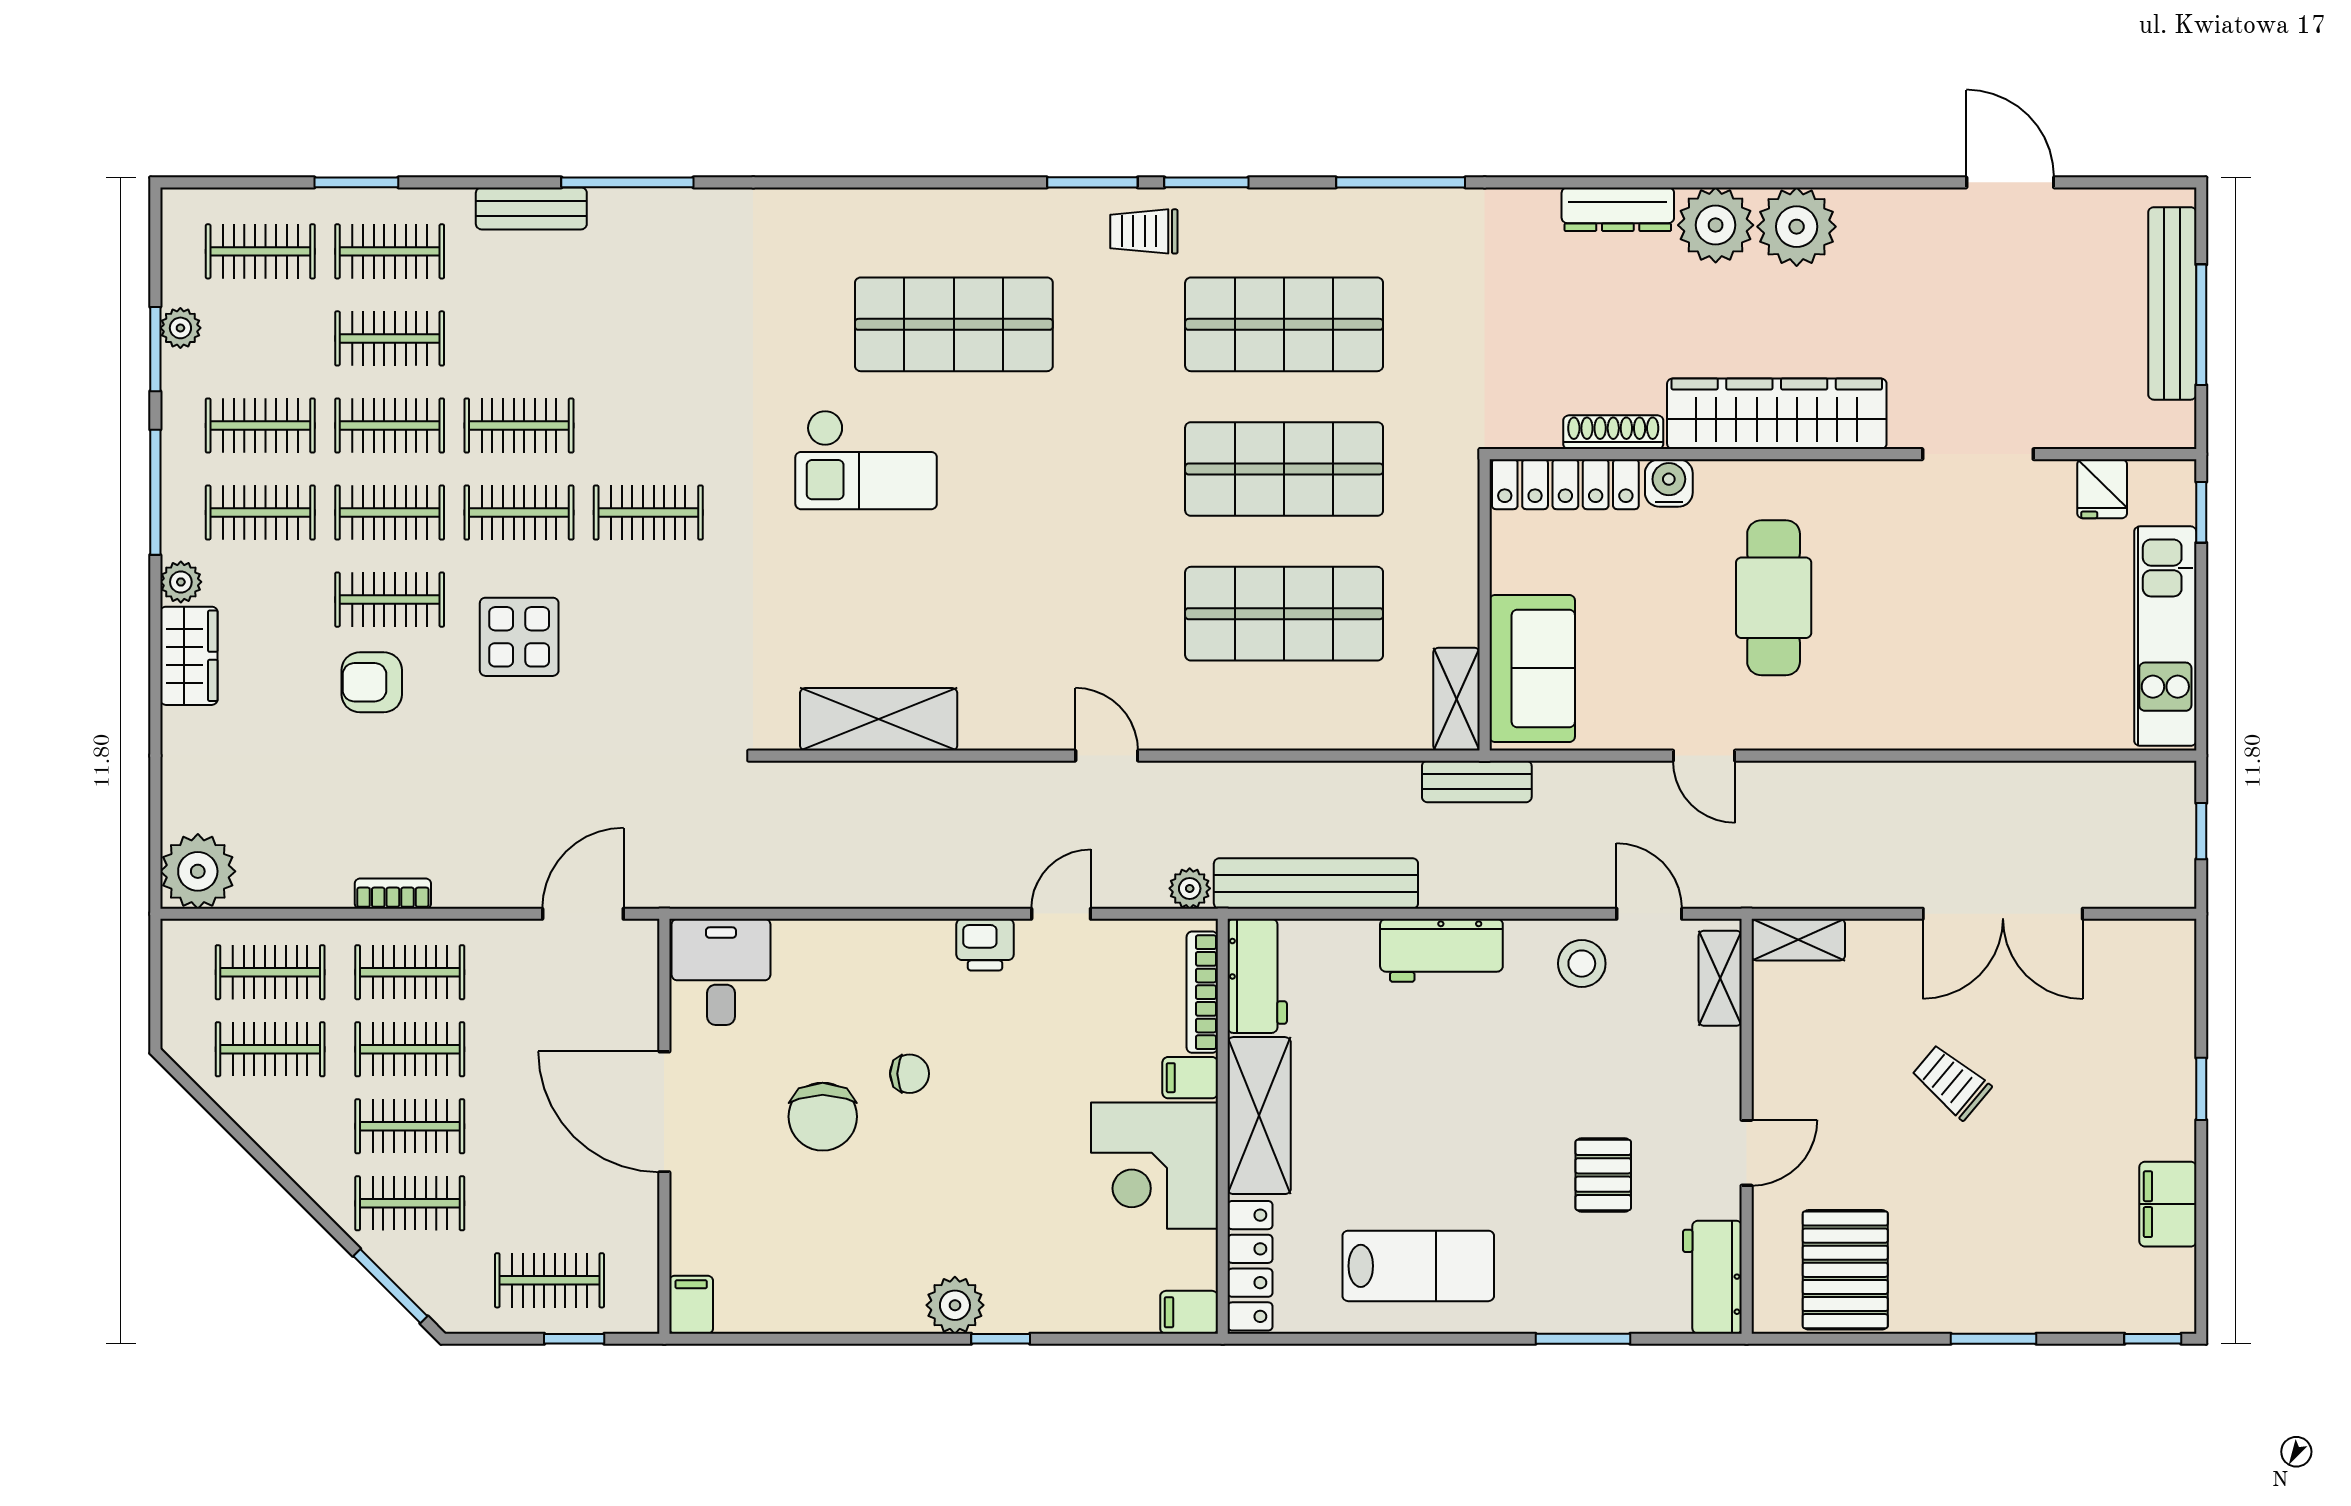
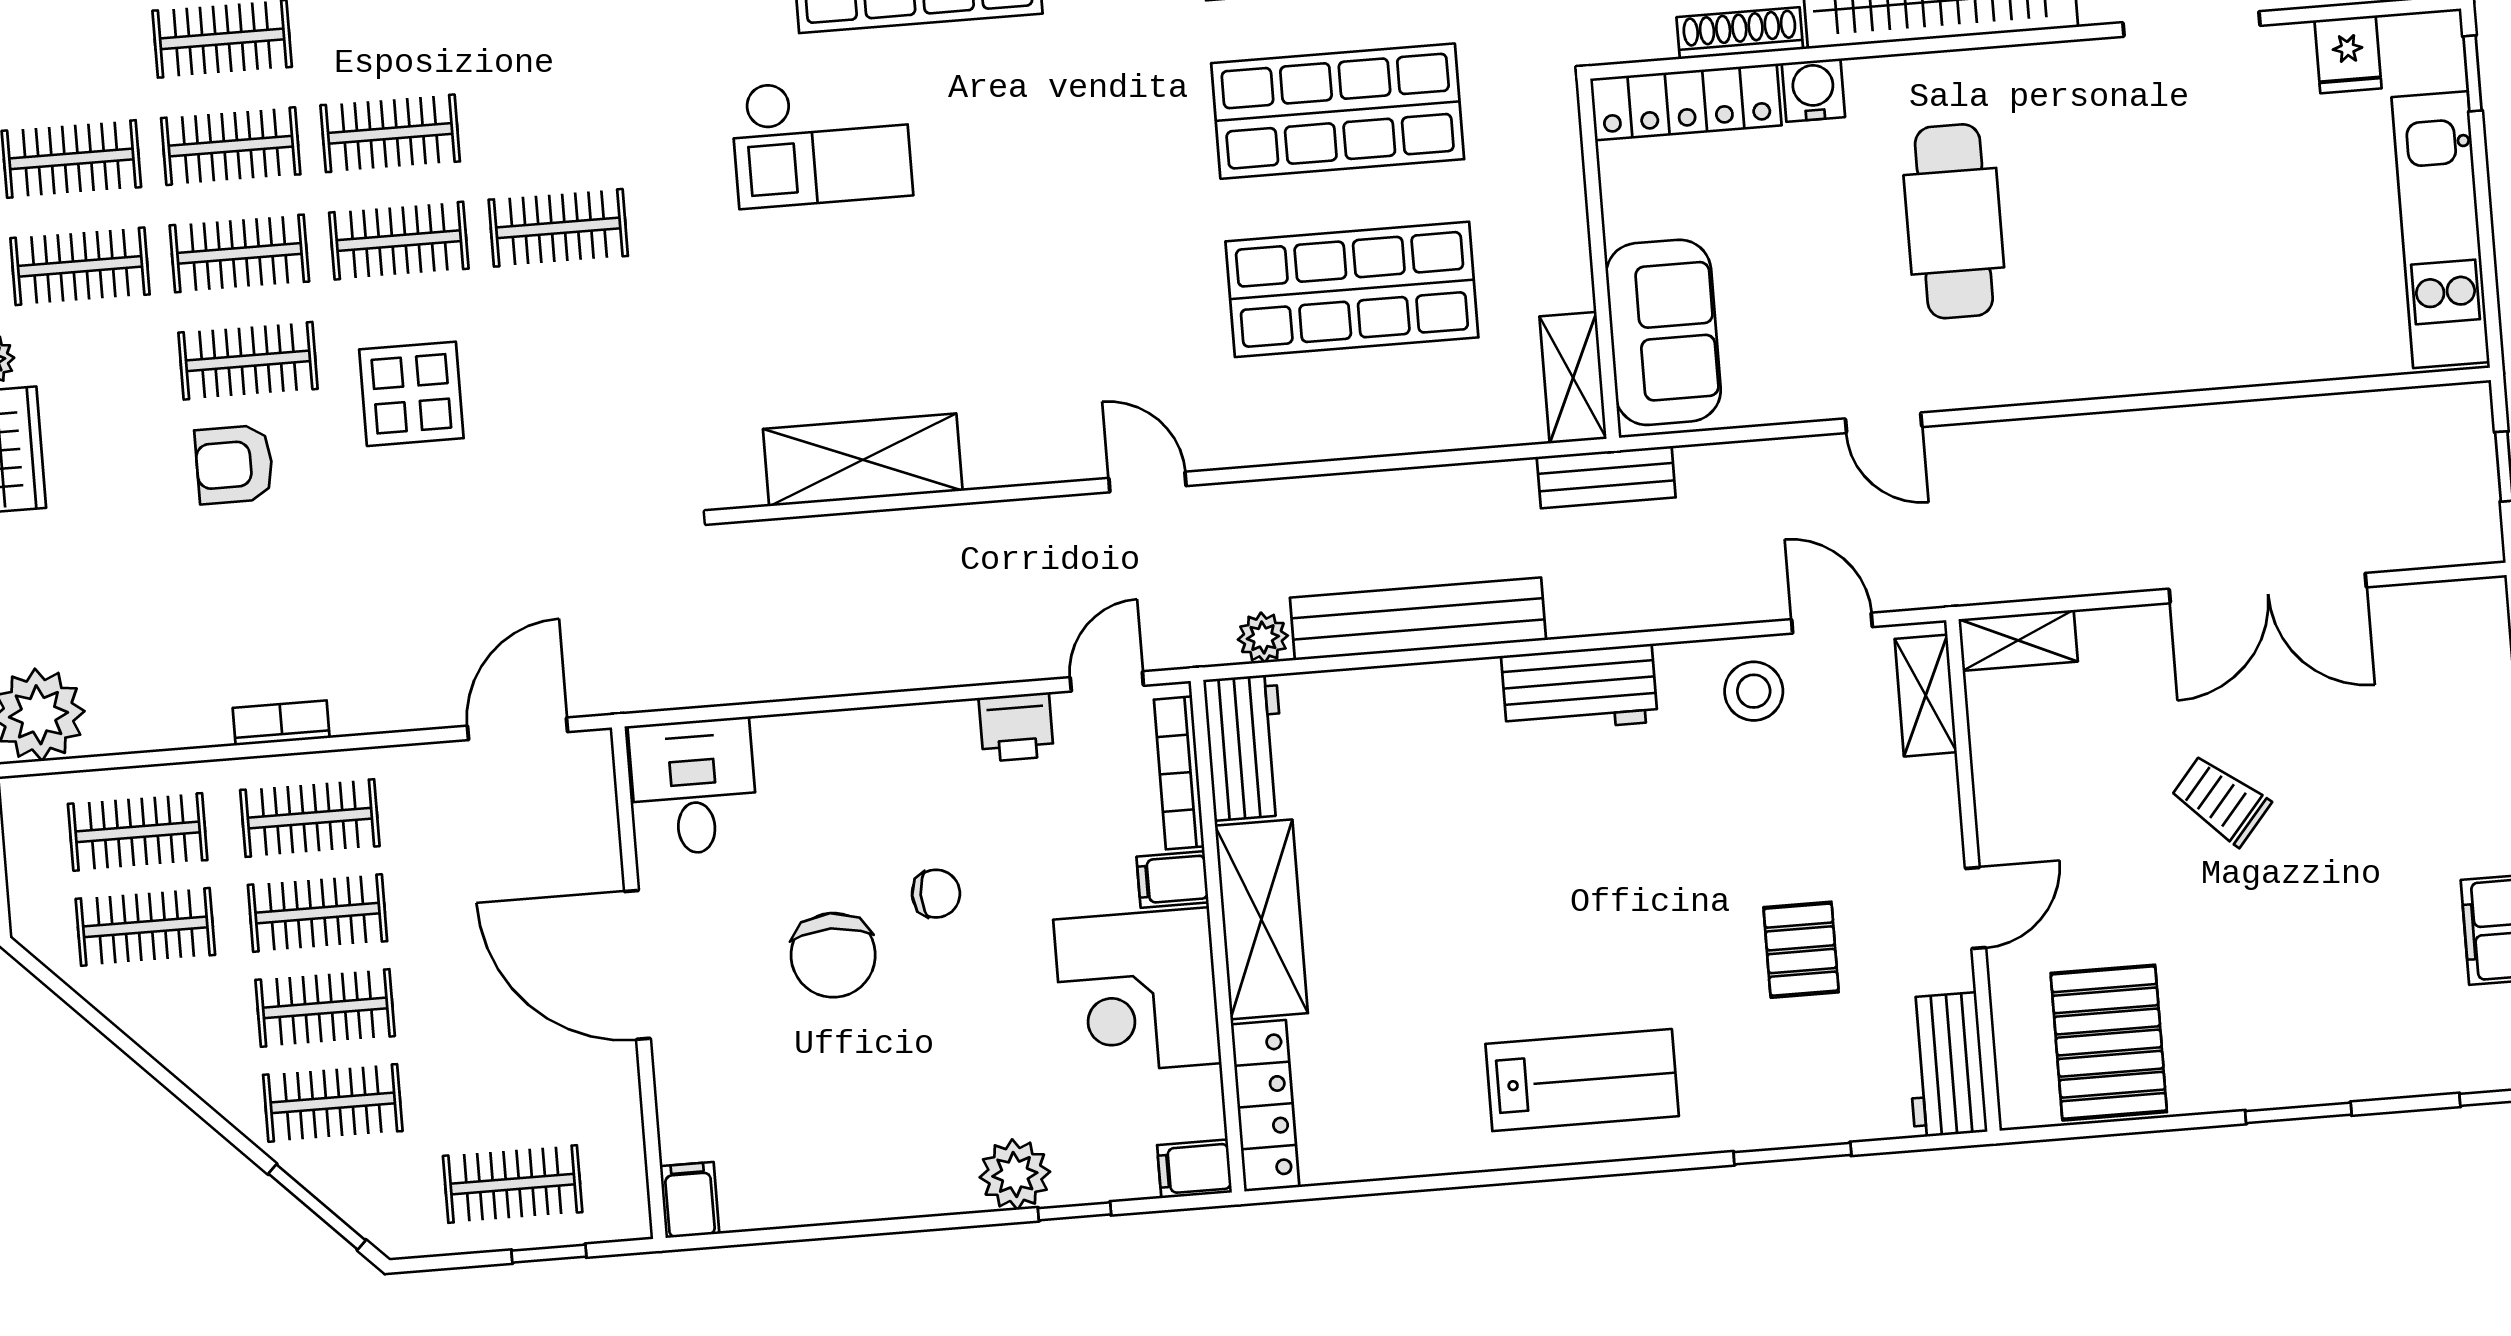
workbench: (1257, 976) -> (1245, 747), moved
bookcase: (1202, 992) -> (1179, 773), moved
filing cabinet: (1190, 1078) -> (1173, 879), moved
shelving: (1259, 1116) -> (1261, 919), moved
wall: (1223, 1126) -> (1218, 936), moved
corner desk: (1154, 1166) -> (1137, 991), moved
locker: (1250, 1266) -> (1265, 1105), moved
filing cabinet: (1189, 1312) -> (1195, 1169), moved

